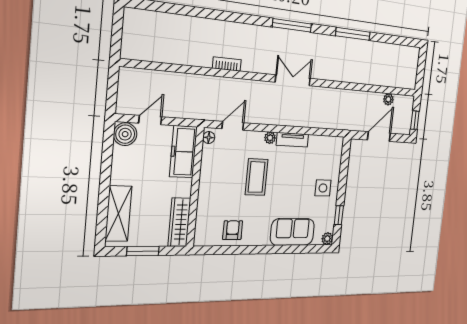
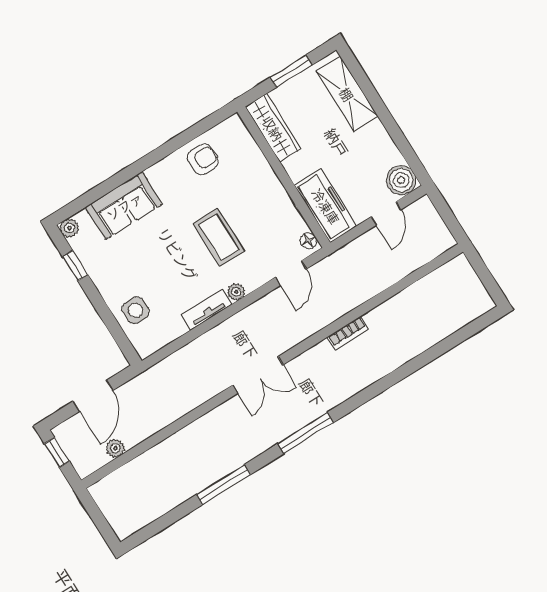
side table: (323, 188) -> (136, 310), moved
armchair: (233, 230) -> (203, 159), turned -90

